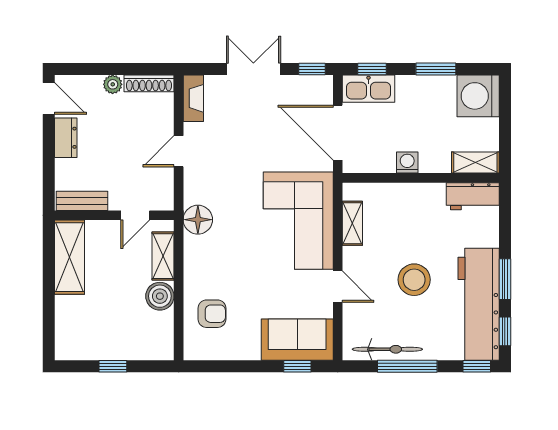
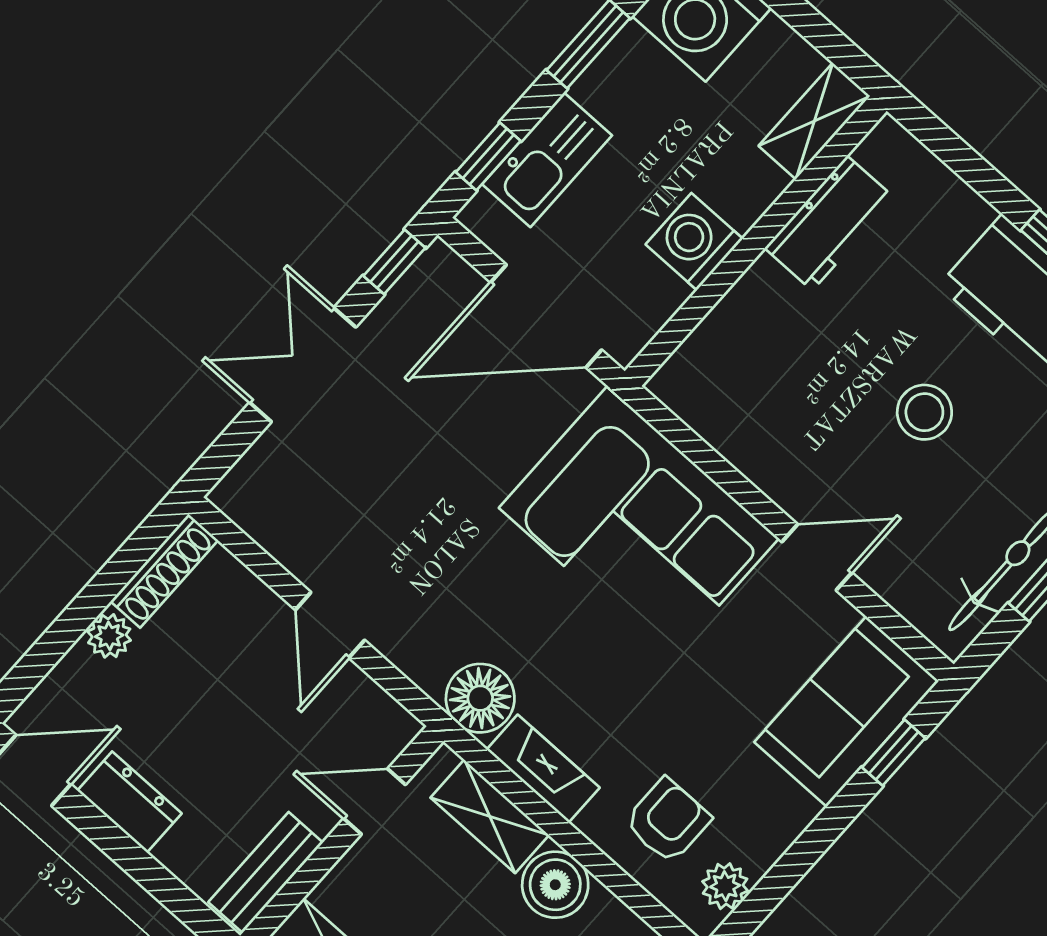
kitchen sink: (368, 89) -> (547, 160), moved
fireplace: (193, 98) -> (543, 769), moved
washing machine: (407, 163) -> (694, 242), width x1.38, depth x1.38
workbench: (473, 196) -> (830, 223), moved
door: (135, 215) -> (374, 801), swing flipped
shelving: (352, 223) -> (728, 432), removed
stool: (414, 280) -> (924, 412), width x0.73, depth x0.73
plant: (207, 350) -> (725, 886), added

